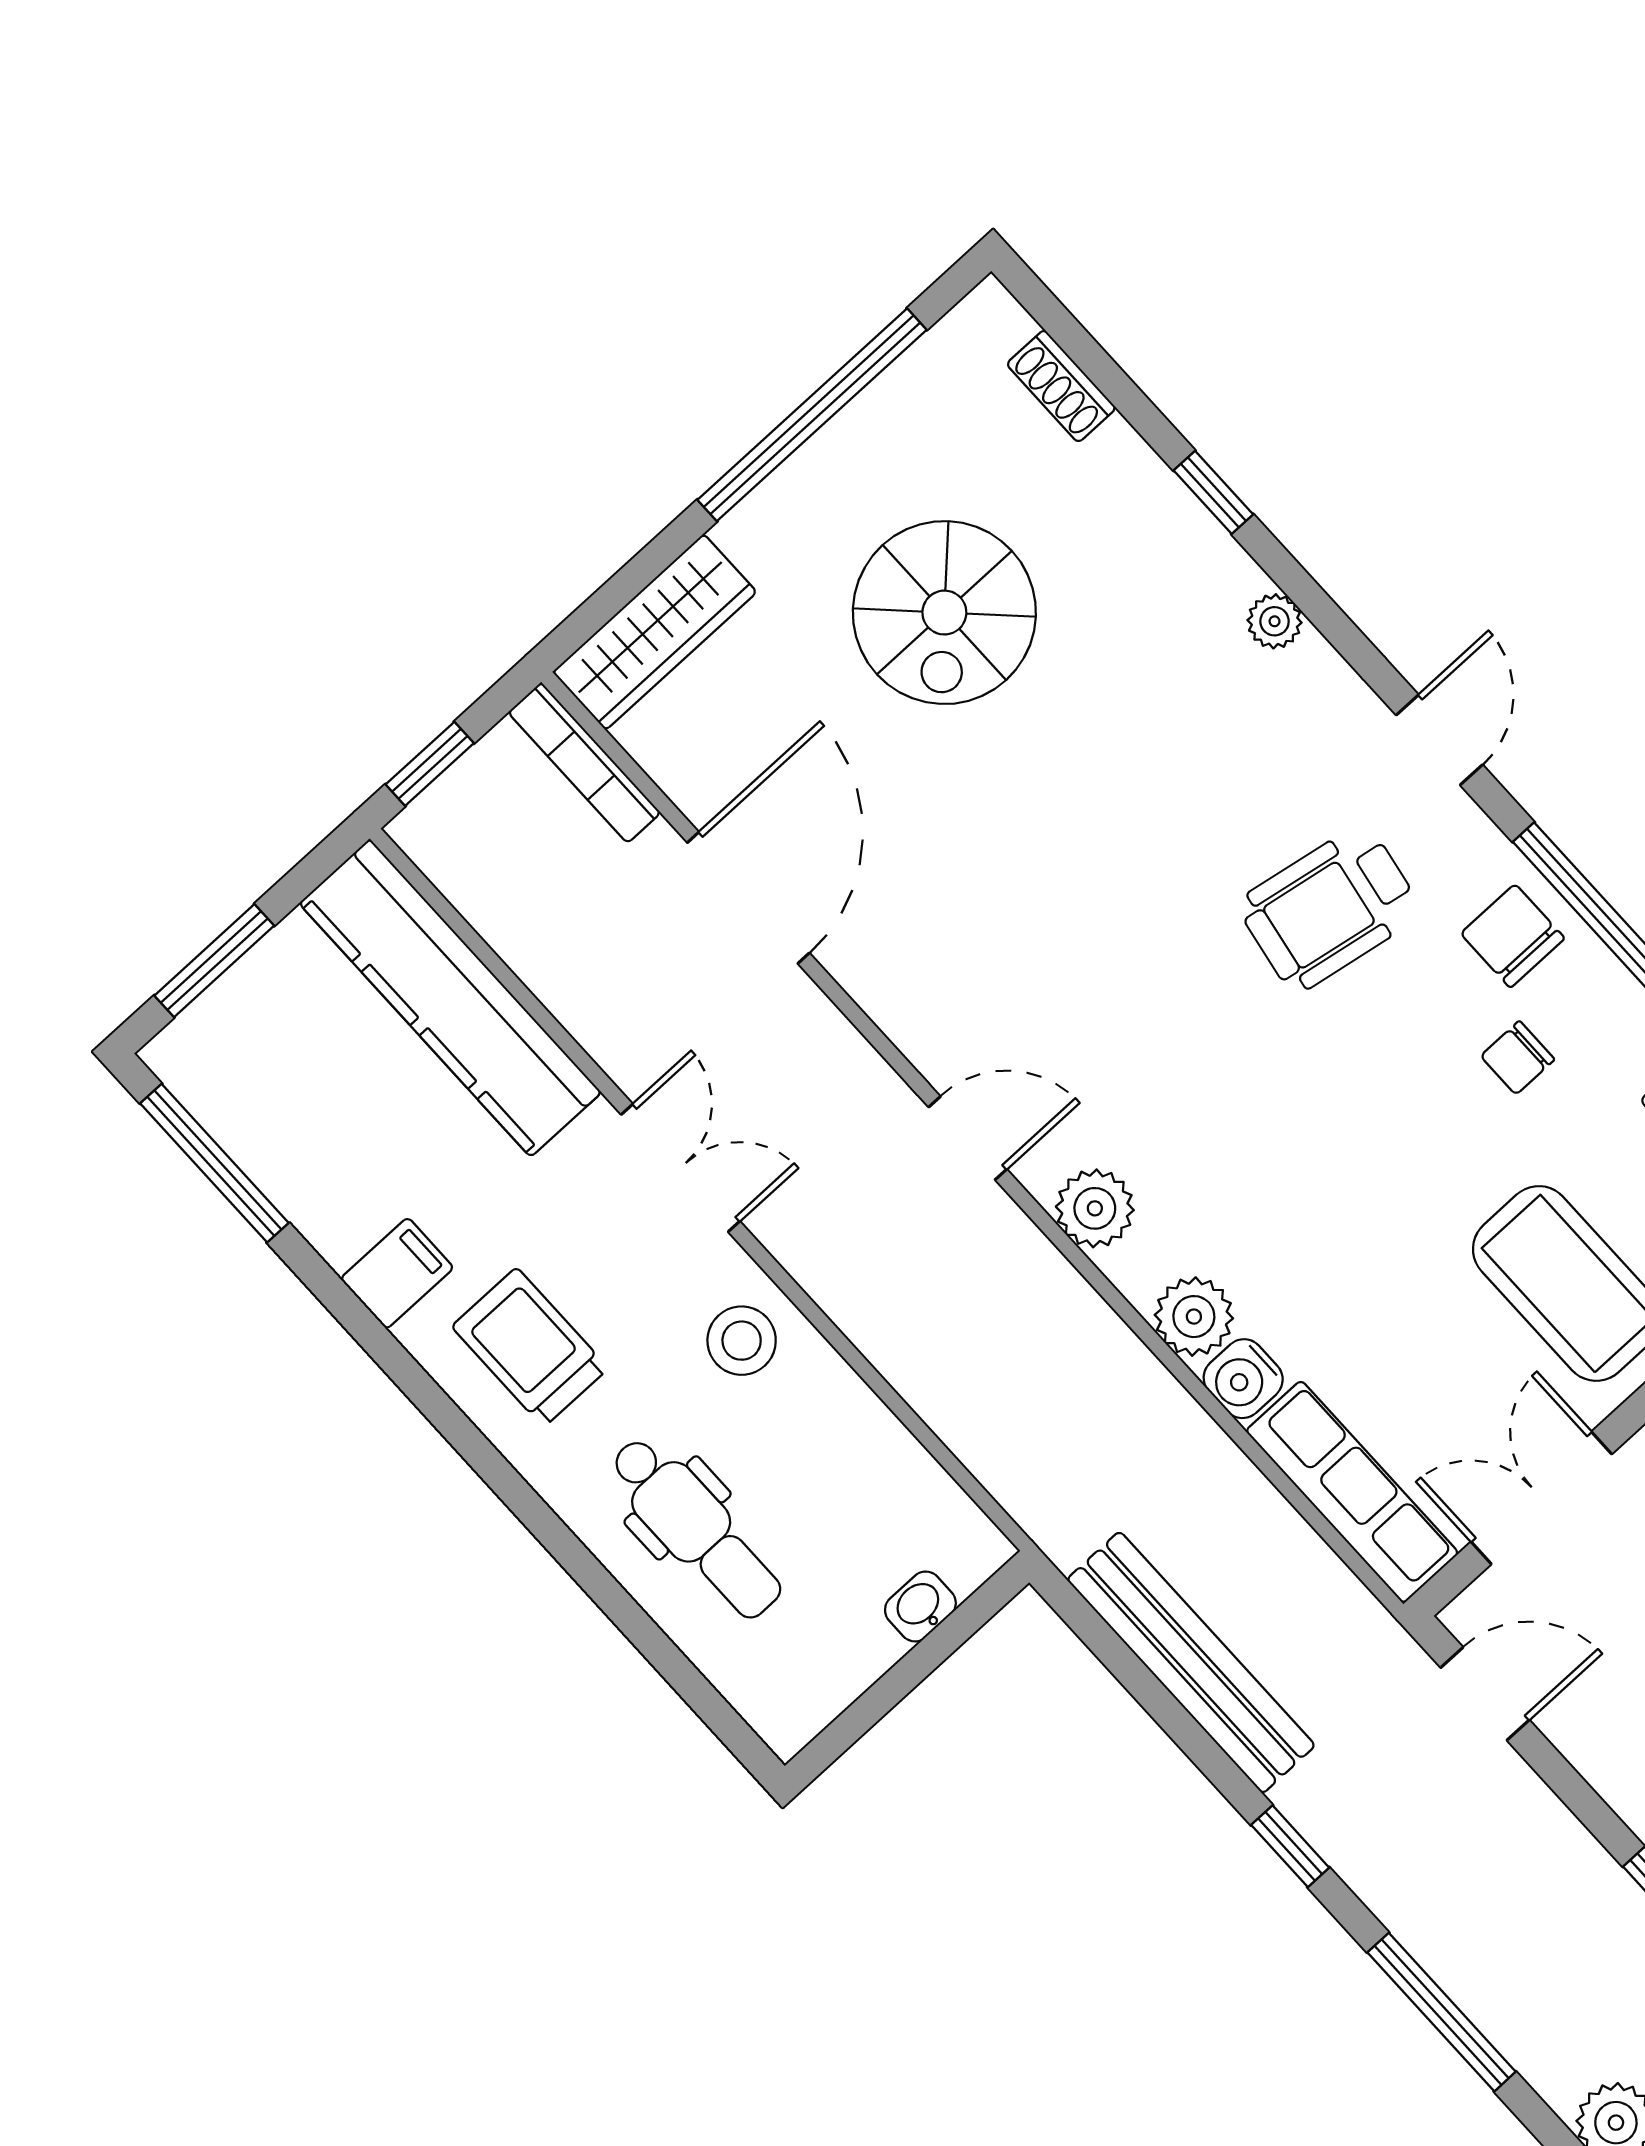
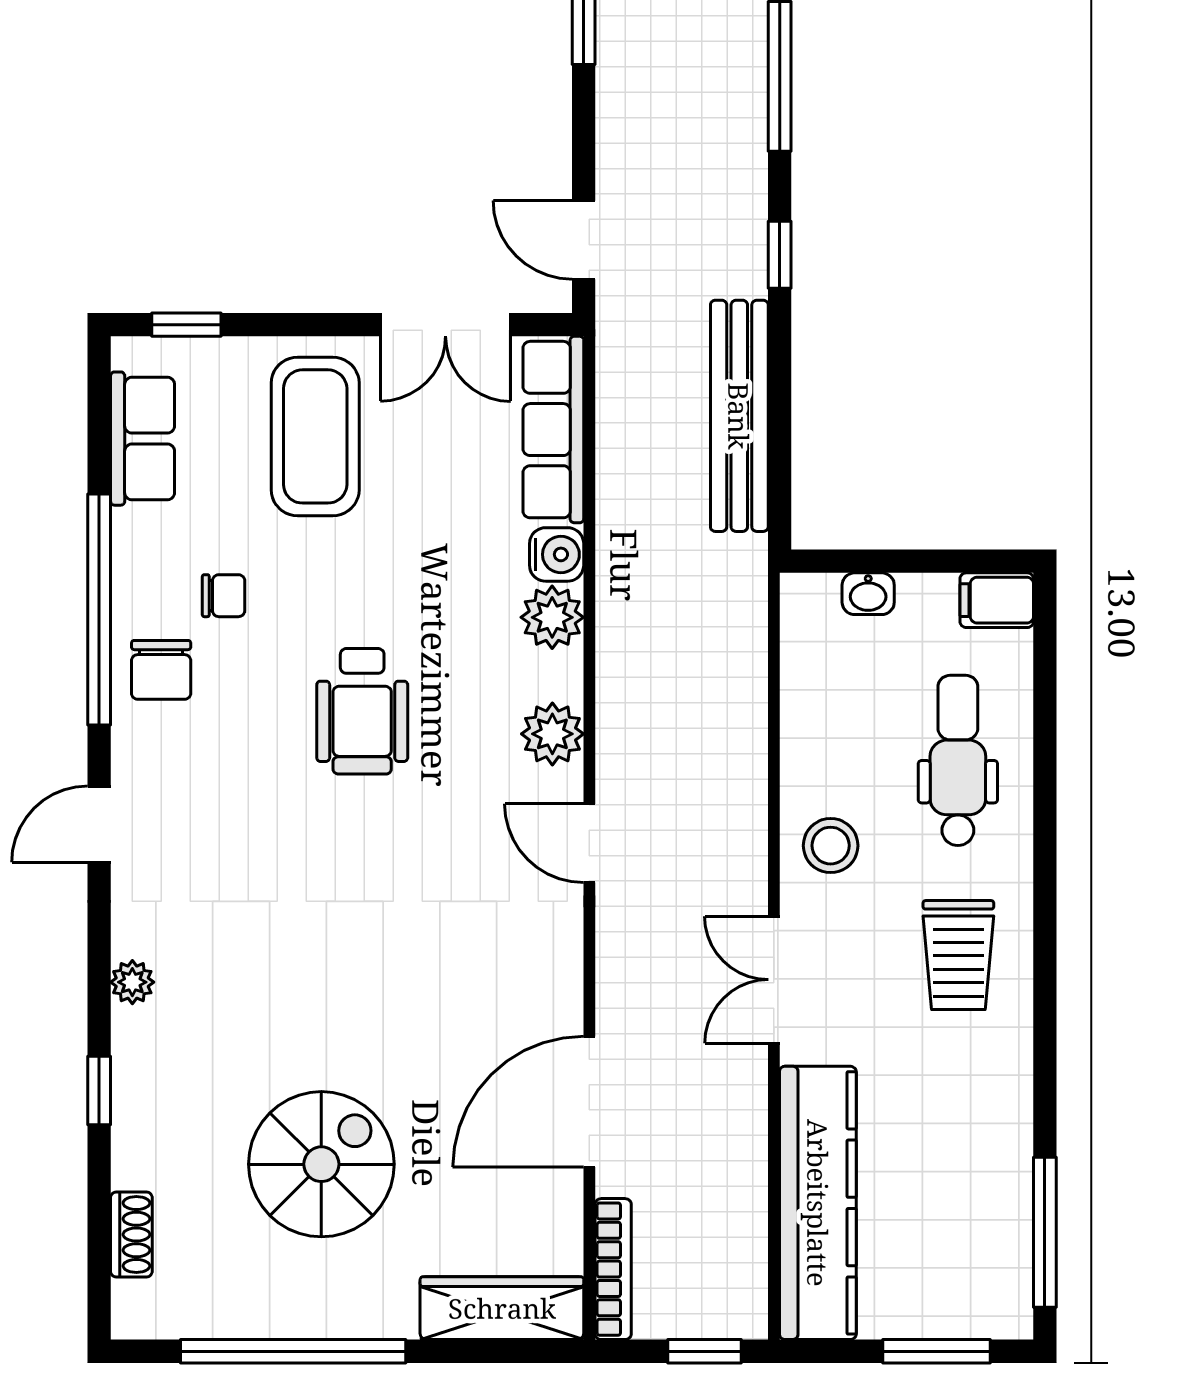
wheelchair: (1330, 908) -> (362, 711), moved, turned 80
filing cabinet: (397, 1273) -> (997, 600), moved

